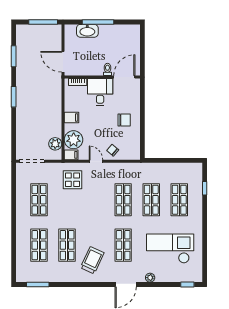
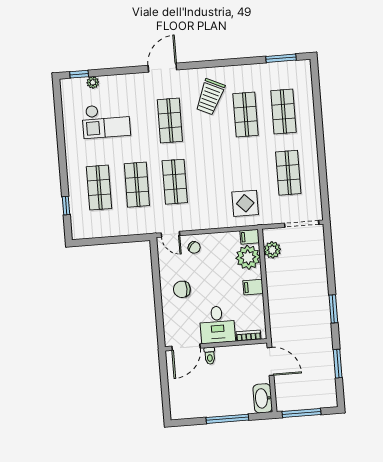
washbasin: (87, 31) -> (263, 398), moved, turned -90
door: (96, 161) -> (170, 234), moved
checkout: (170, 249) -> (106, 121), width x0.73, depth x0.83
plant: (150, 278) -> (93, 82), moved

